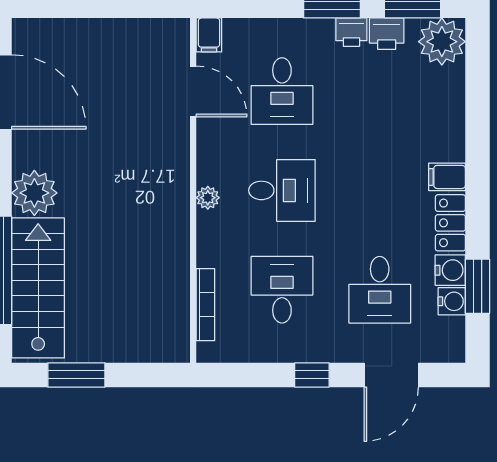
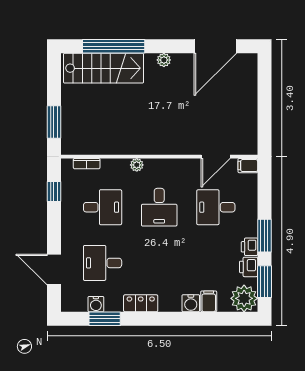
filing cabinet: (447, 177) -> (209, 301), moved
plant: (34, 193) -> (164, 60), width x0.53, depth x0.53
plant: (208, 198) -> (137, 165), moved
water cooler: (450, 270) -> (191, 303), moved
bookcase: (205, 305) -> (87, 164), width x0.64
window: (76, 375) -> (54, 122), moved
window: (312, 375) -> (54, 192), moved

